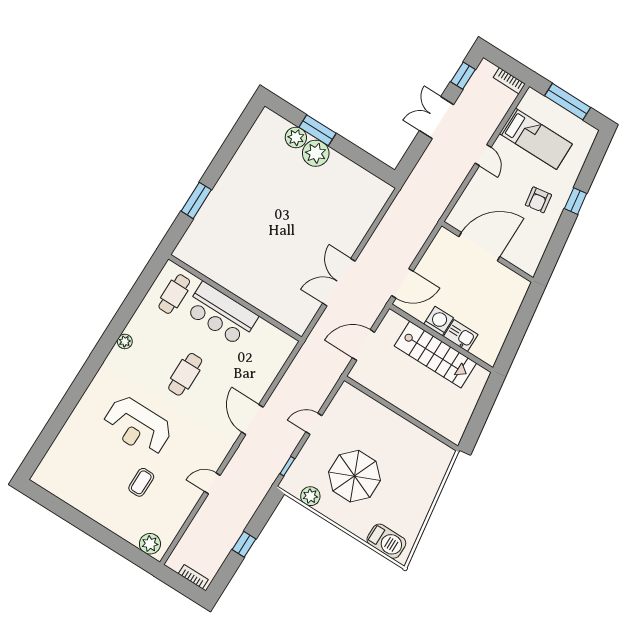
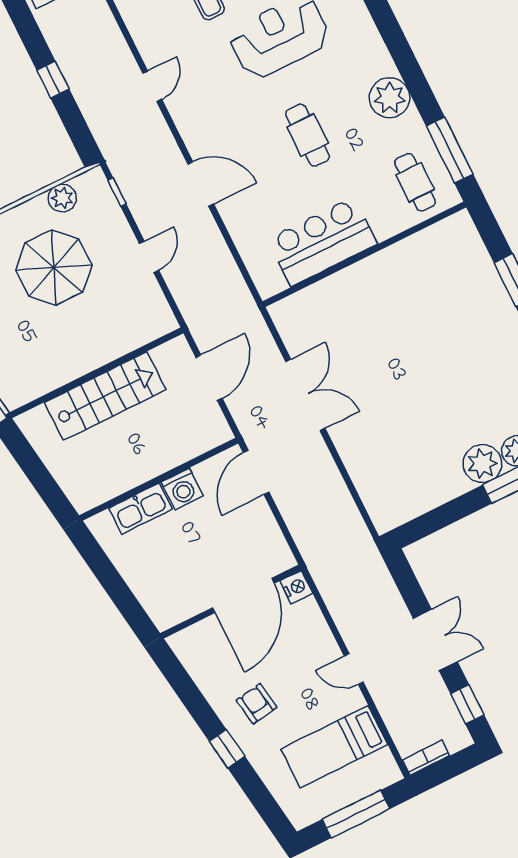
nightstand: (456, 218) -> (296, 587), added
window: (143, 285) -> (450, 150), added
bar counter: (221, 314) -> (322, 242), moved
kitchen sink: (461, 336) -> (140, 509), width x1.38
plant: (125, 341) -> (390, 98), width x1.87, depth x1.87
stairs: (435, 355) -> (105, 396), moved, turned 180

